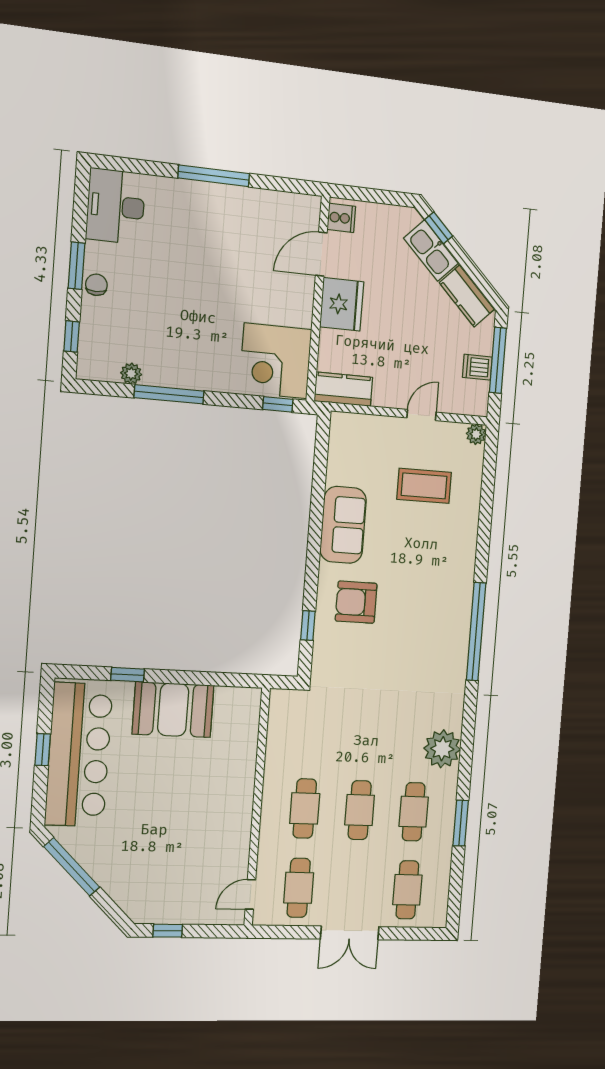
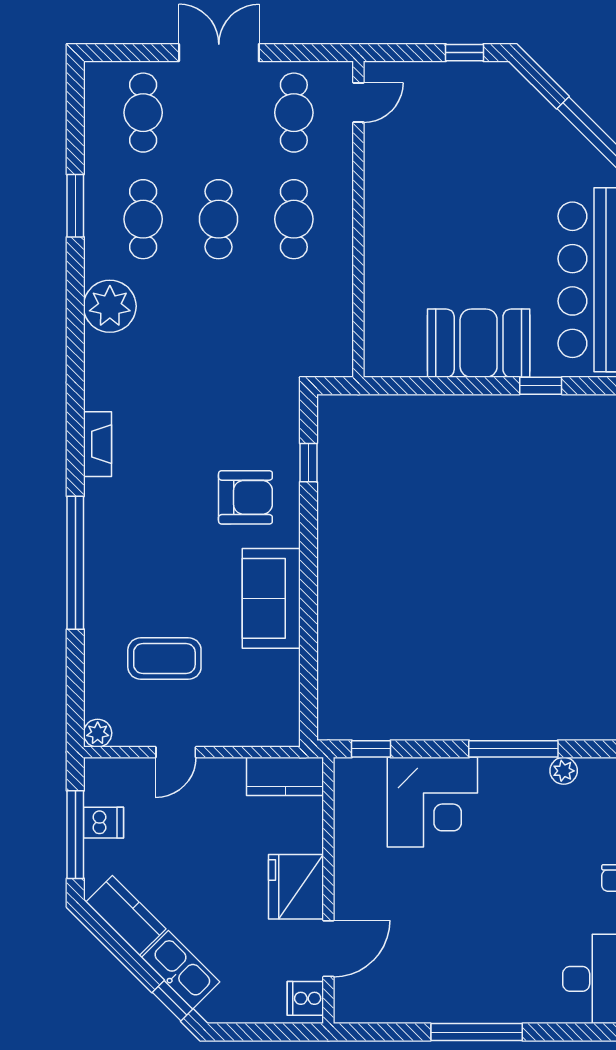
corner desk: (275, 361) -> (432, 802), moved, turned 90
window: (476, 632) -> (75, 563), moved
fireplace: (459, 648) -> (97, 444), added

